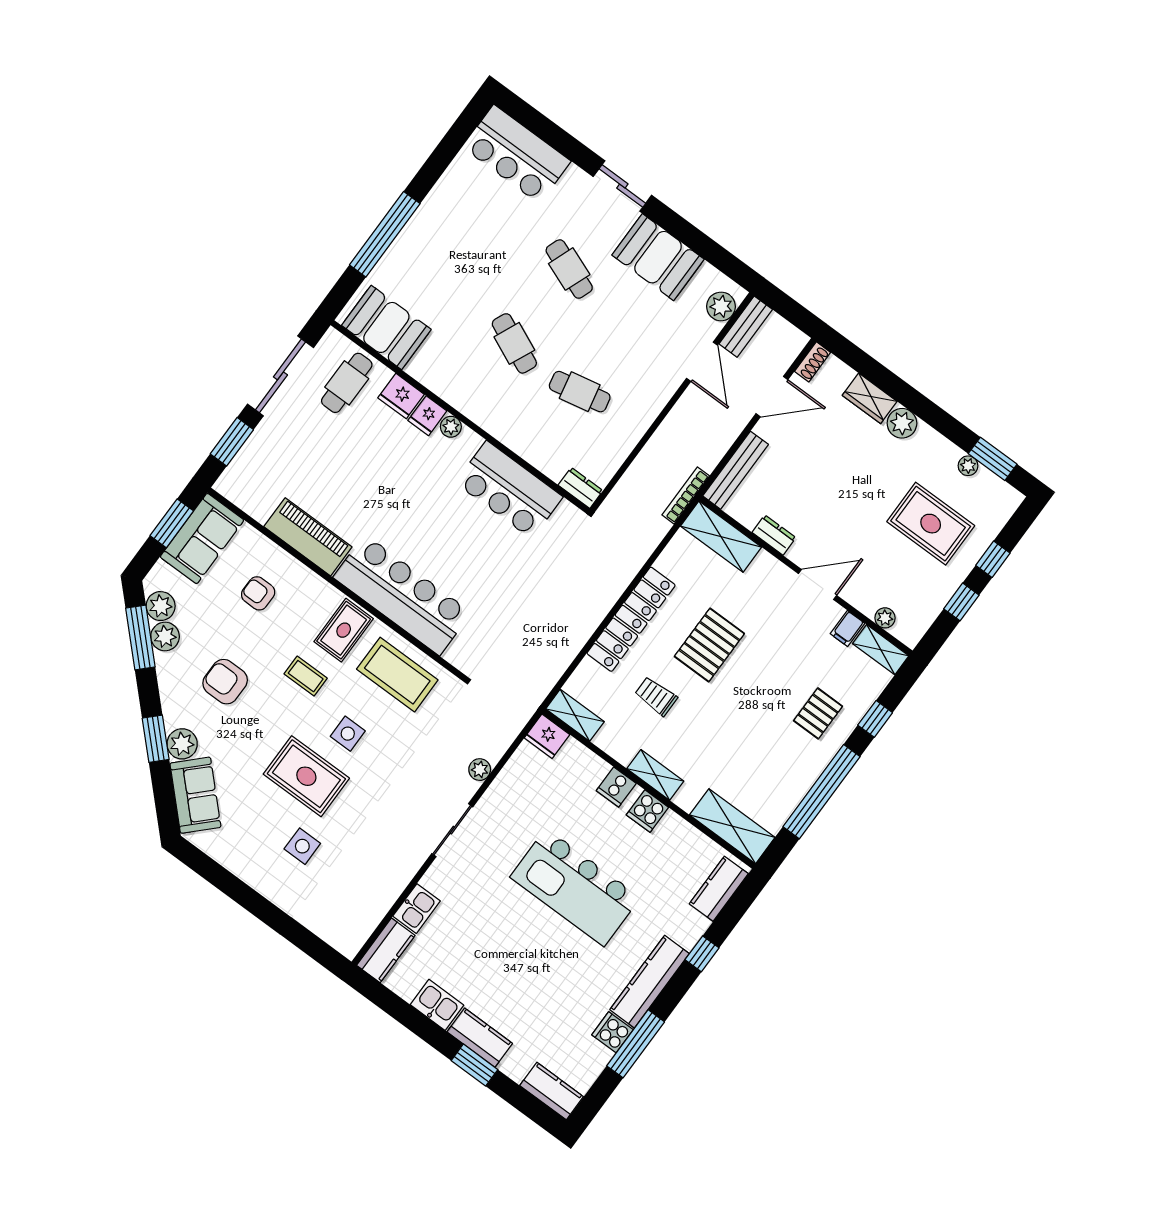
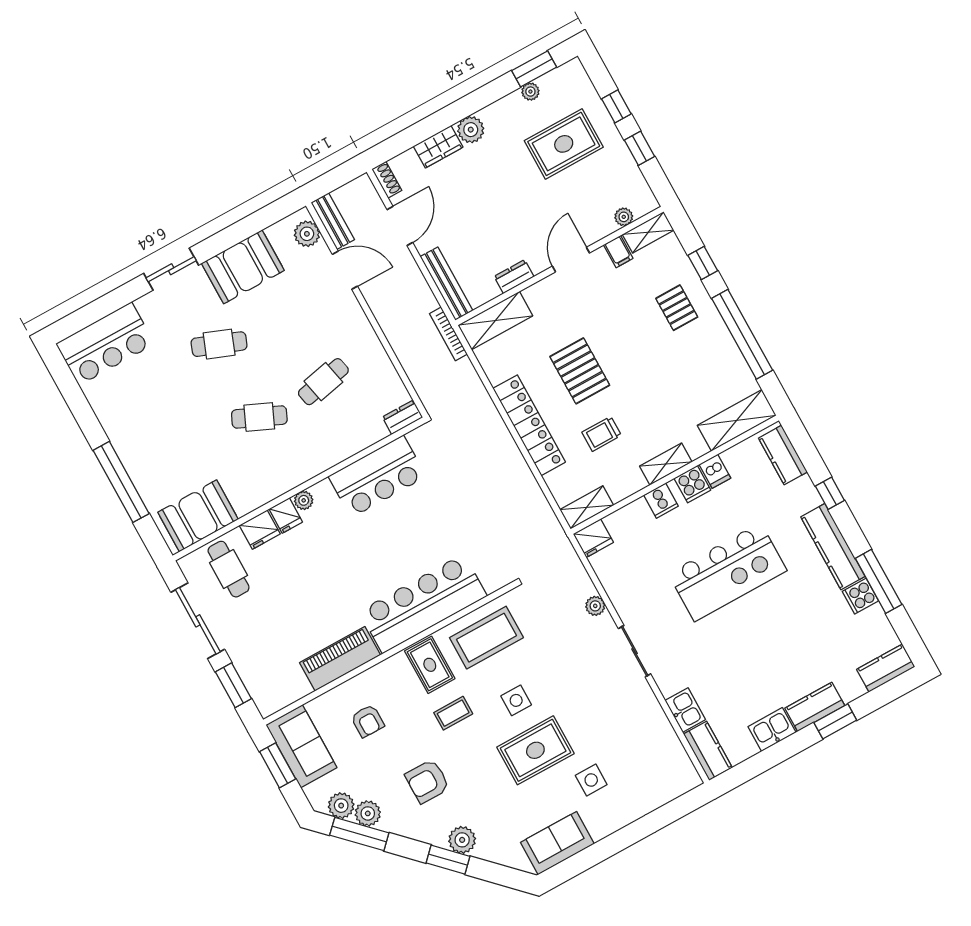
armchair: (258, 593) -> (368, 721), turned -90
sofa: (195, 795) -> (557, 843), moved, turned -45
dishwasher: (671, 828) -> (715, 471), added

